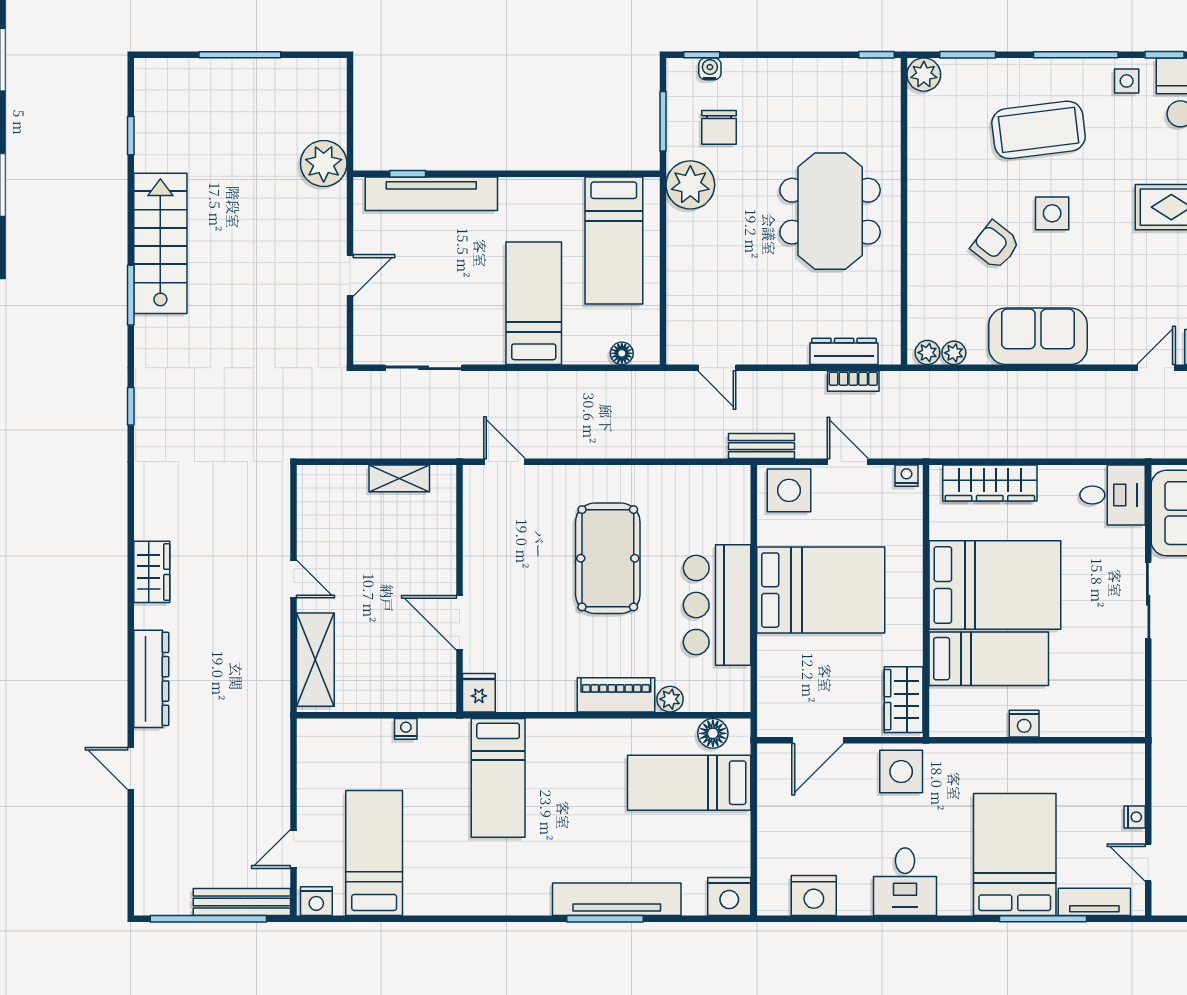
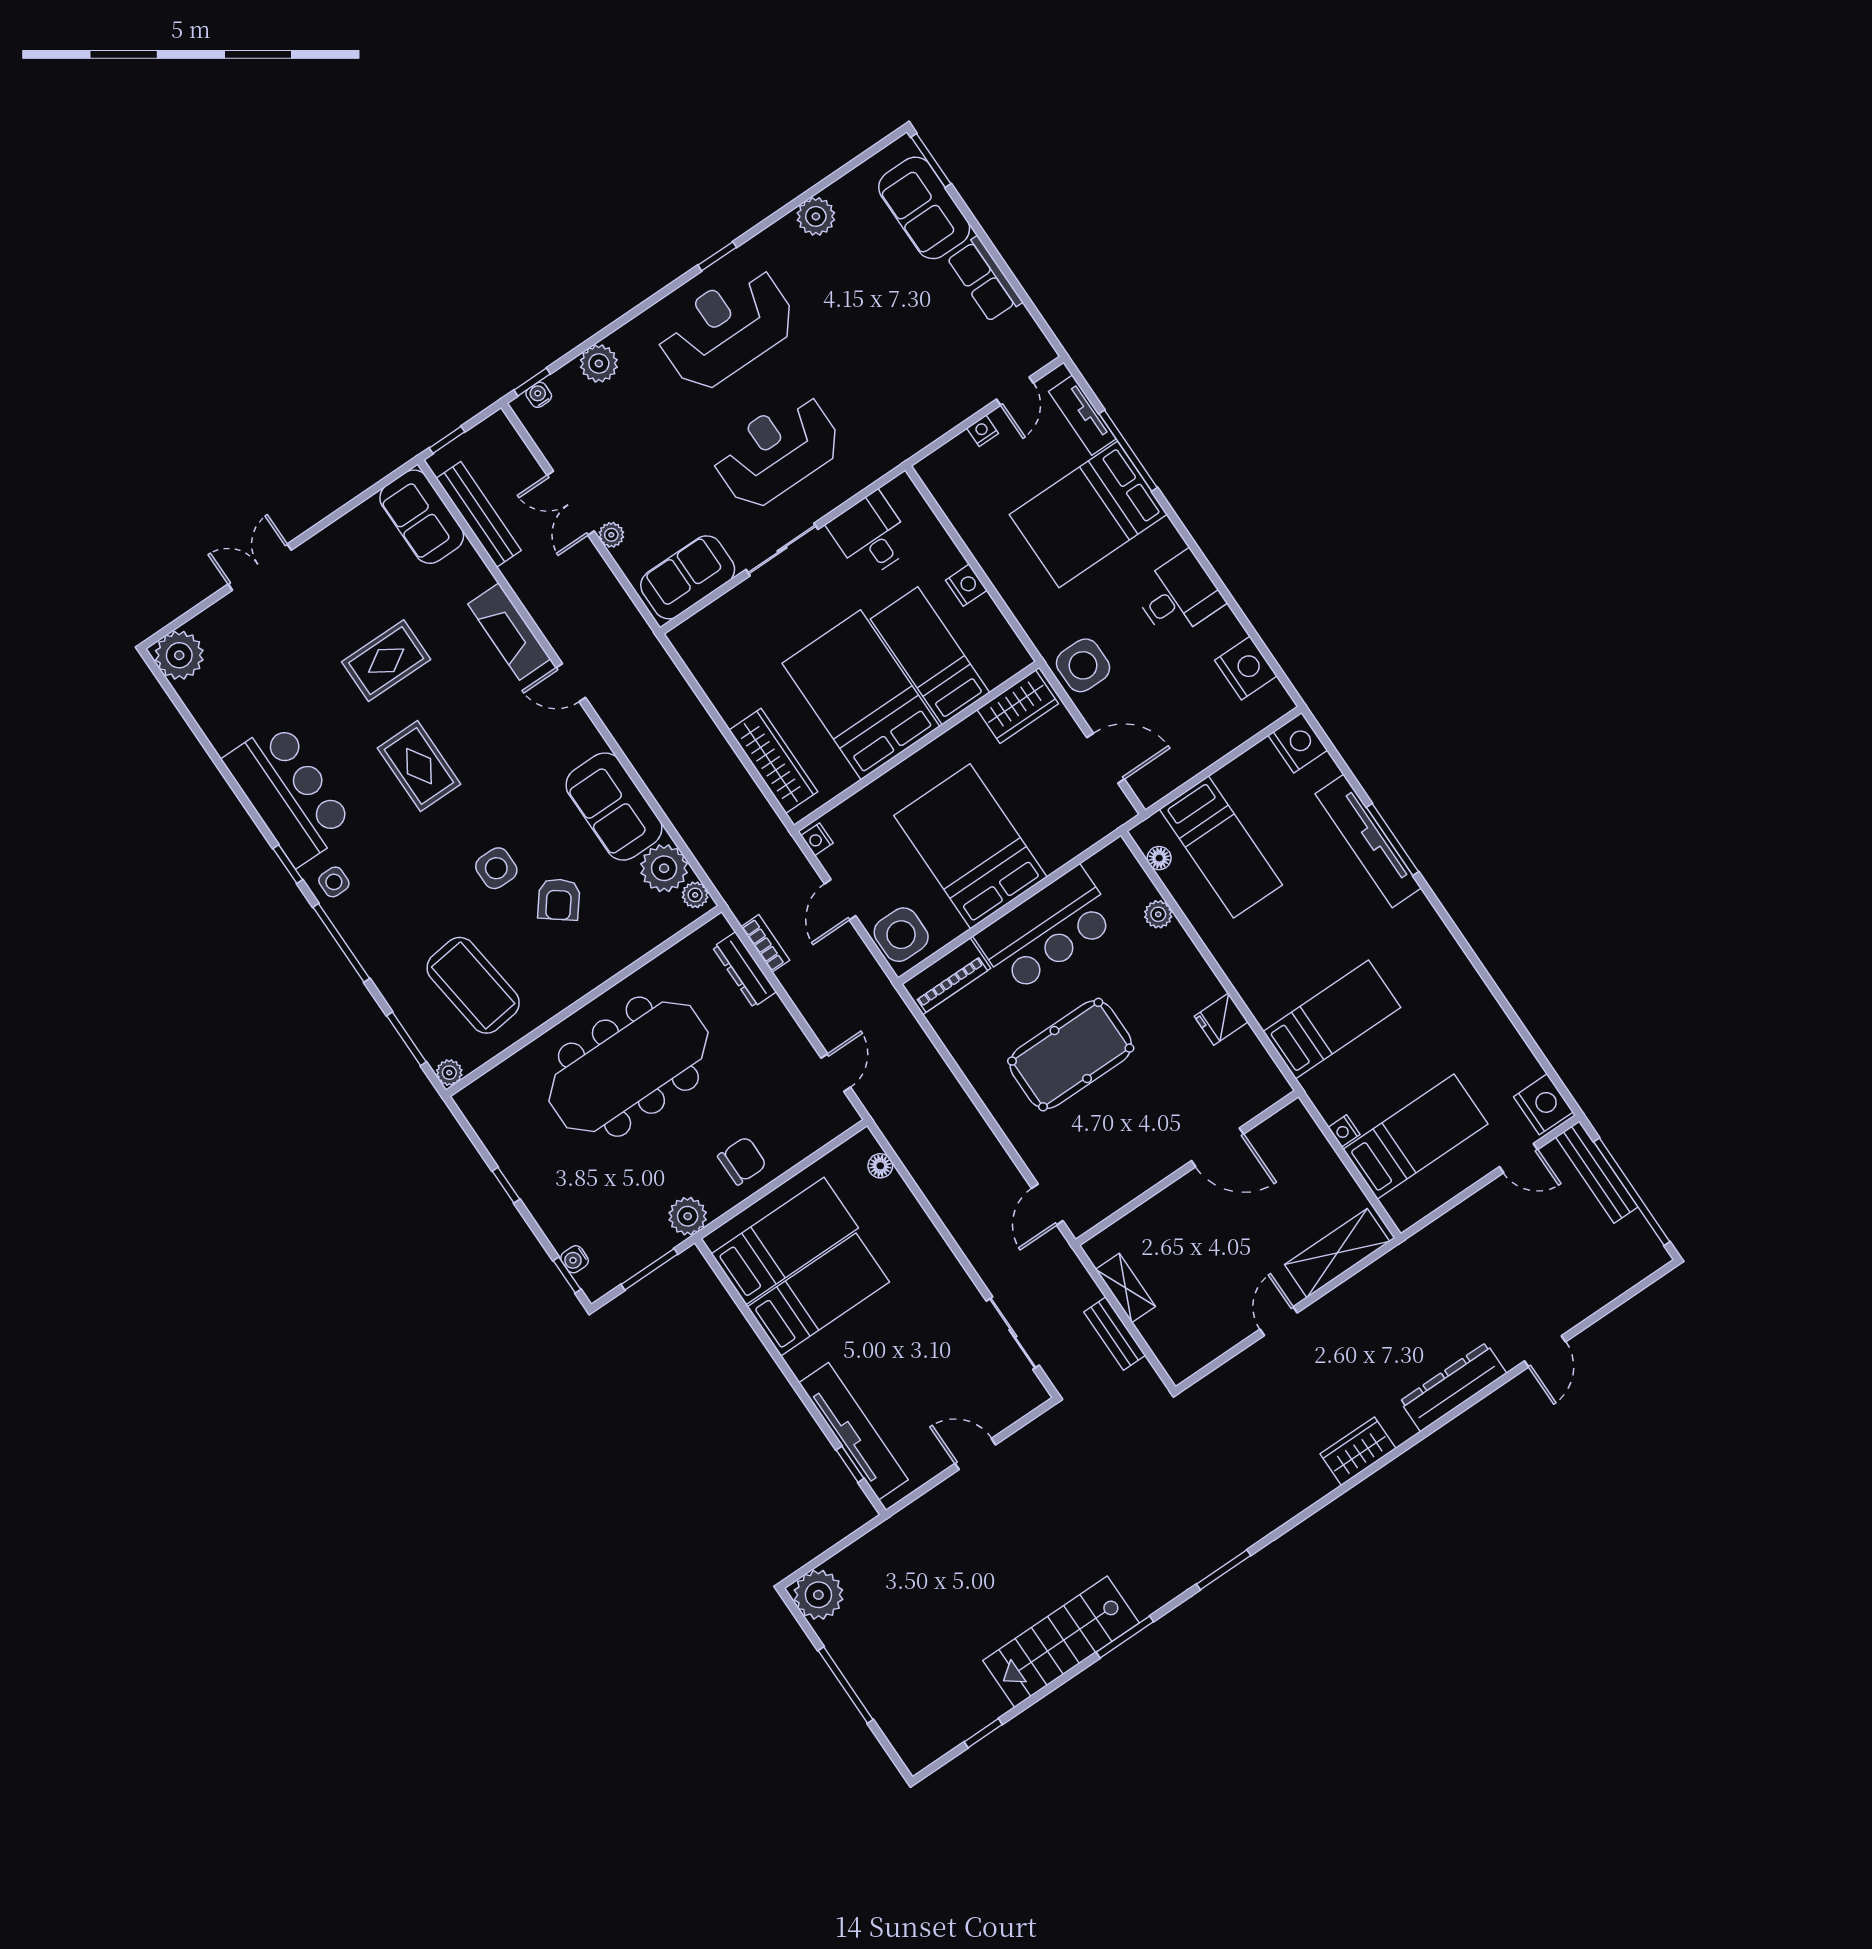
window: (876, 55) -> (506, 1185), moved
plant: (924, 75) -> (449, 1073), width x0.73, depth x0.73
chair: (719, 127) -> (742, 1161), moved
coffee table: (1039, 130) -> (473, 985), moved
plant: (324, 164) -> (818, 1595), moved
plant: (690, 185) -> (688, 1216), width x0.73, depth x0.73
meeting table: (830, 211) -> (628, 1067), width x1.36
bed: (534, 303) -> (818, 1294), moved, turned 180
plant: (954, 353) -> (664, 868), width x1.88, depth x1.88
window: (131, 406) -> (1224, 1570), width x1.50
bench: (761, 446) -> (1115, 1334), moved
desk: (1113, 495) -> (871, 535), moved
door: (459, 623) -> (1217, 1147), hinge flipped
fridge: (479, 693) -> (1221, 1019), moved
piano: (616, 695) -> (946, 976), moved, turned -90
floor lamp: (713, 733) -> (1159, 858), width x0.73, depth x0.73
bed: (374, 853) -> (1415, 1137), moved, turned 180
nightstand: (316, 901) -> (1543, 1104), width x1.36, depth x1.33

